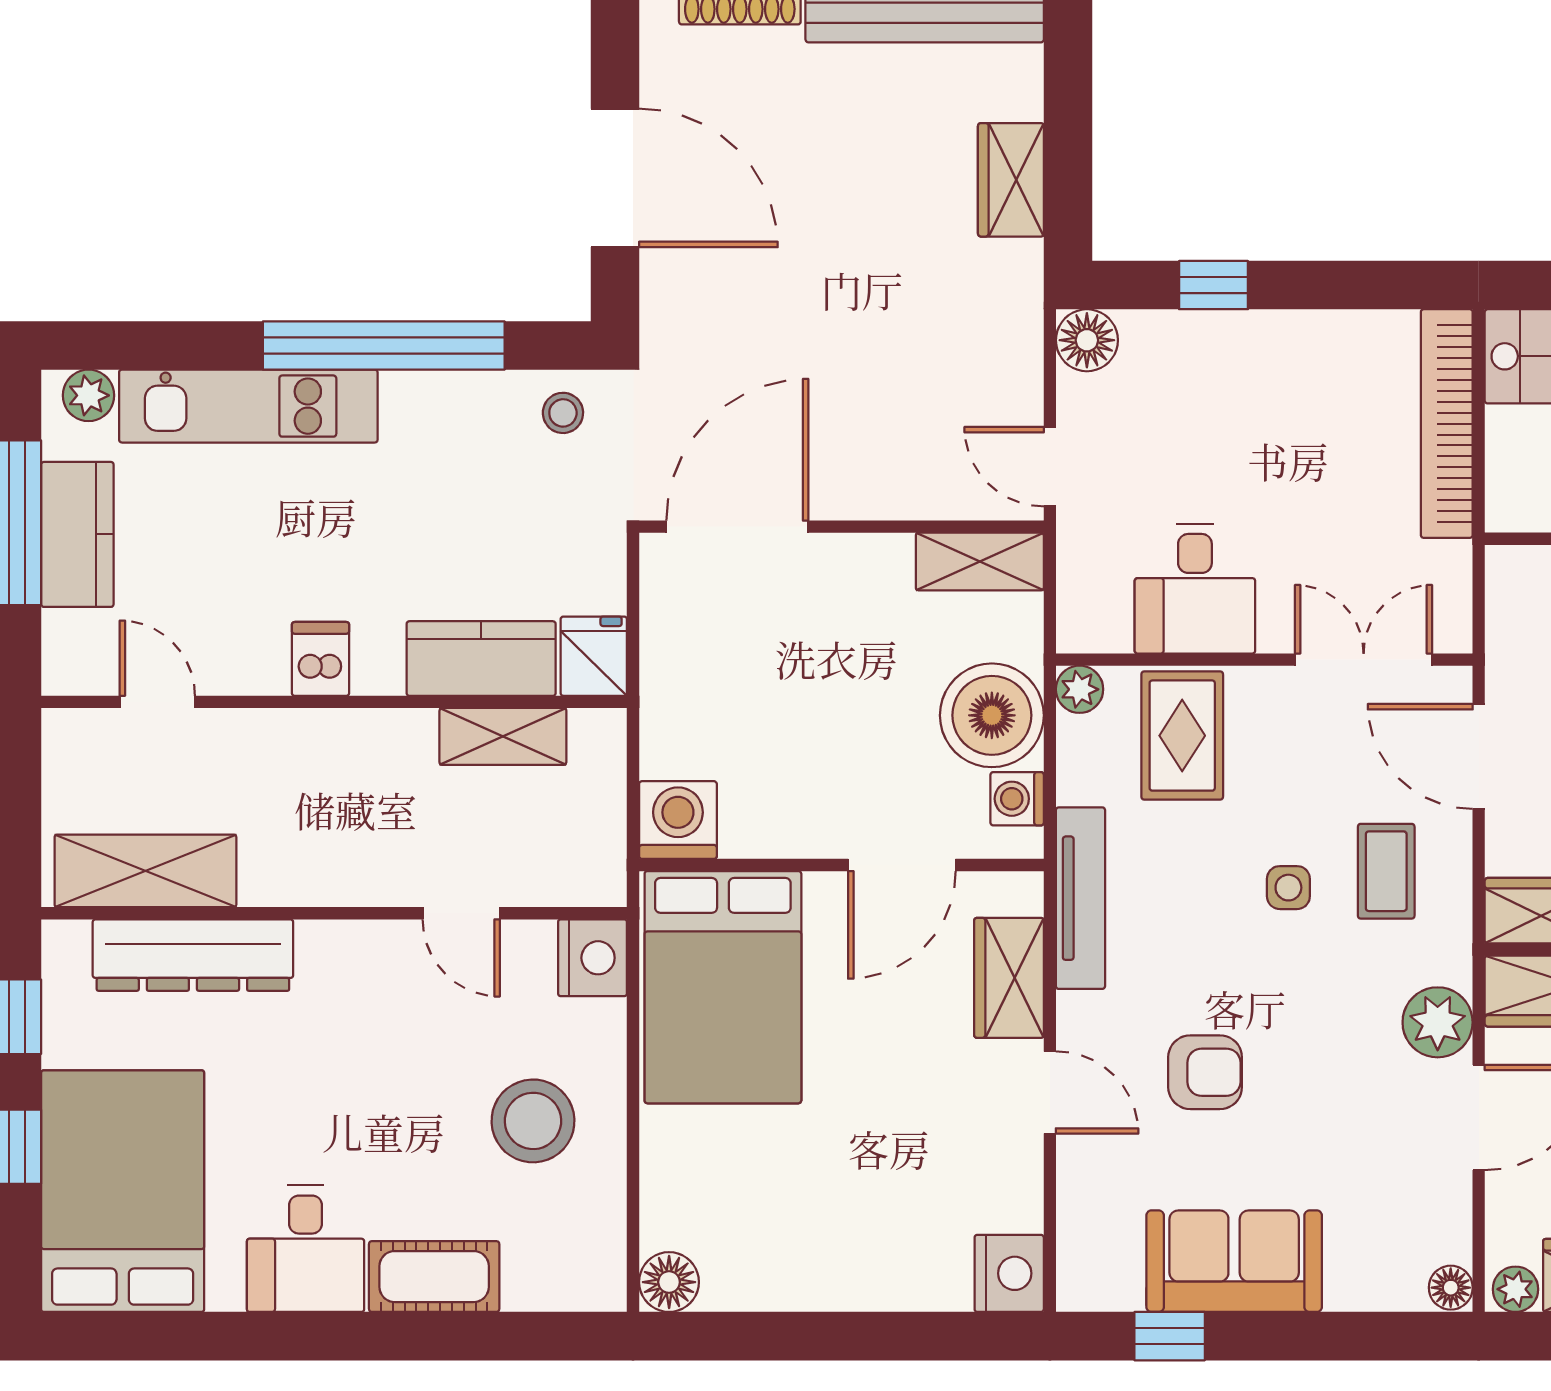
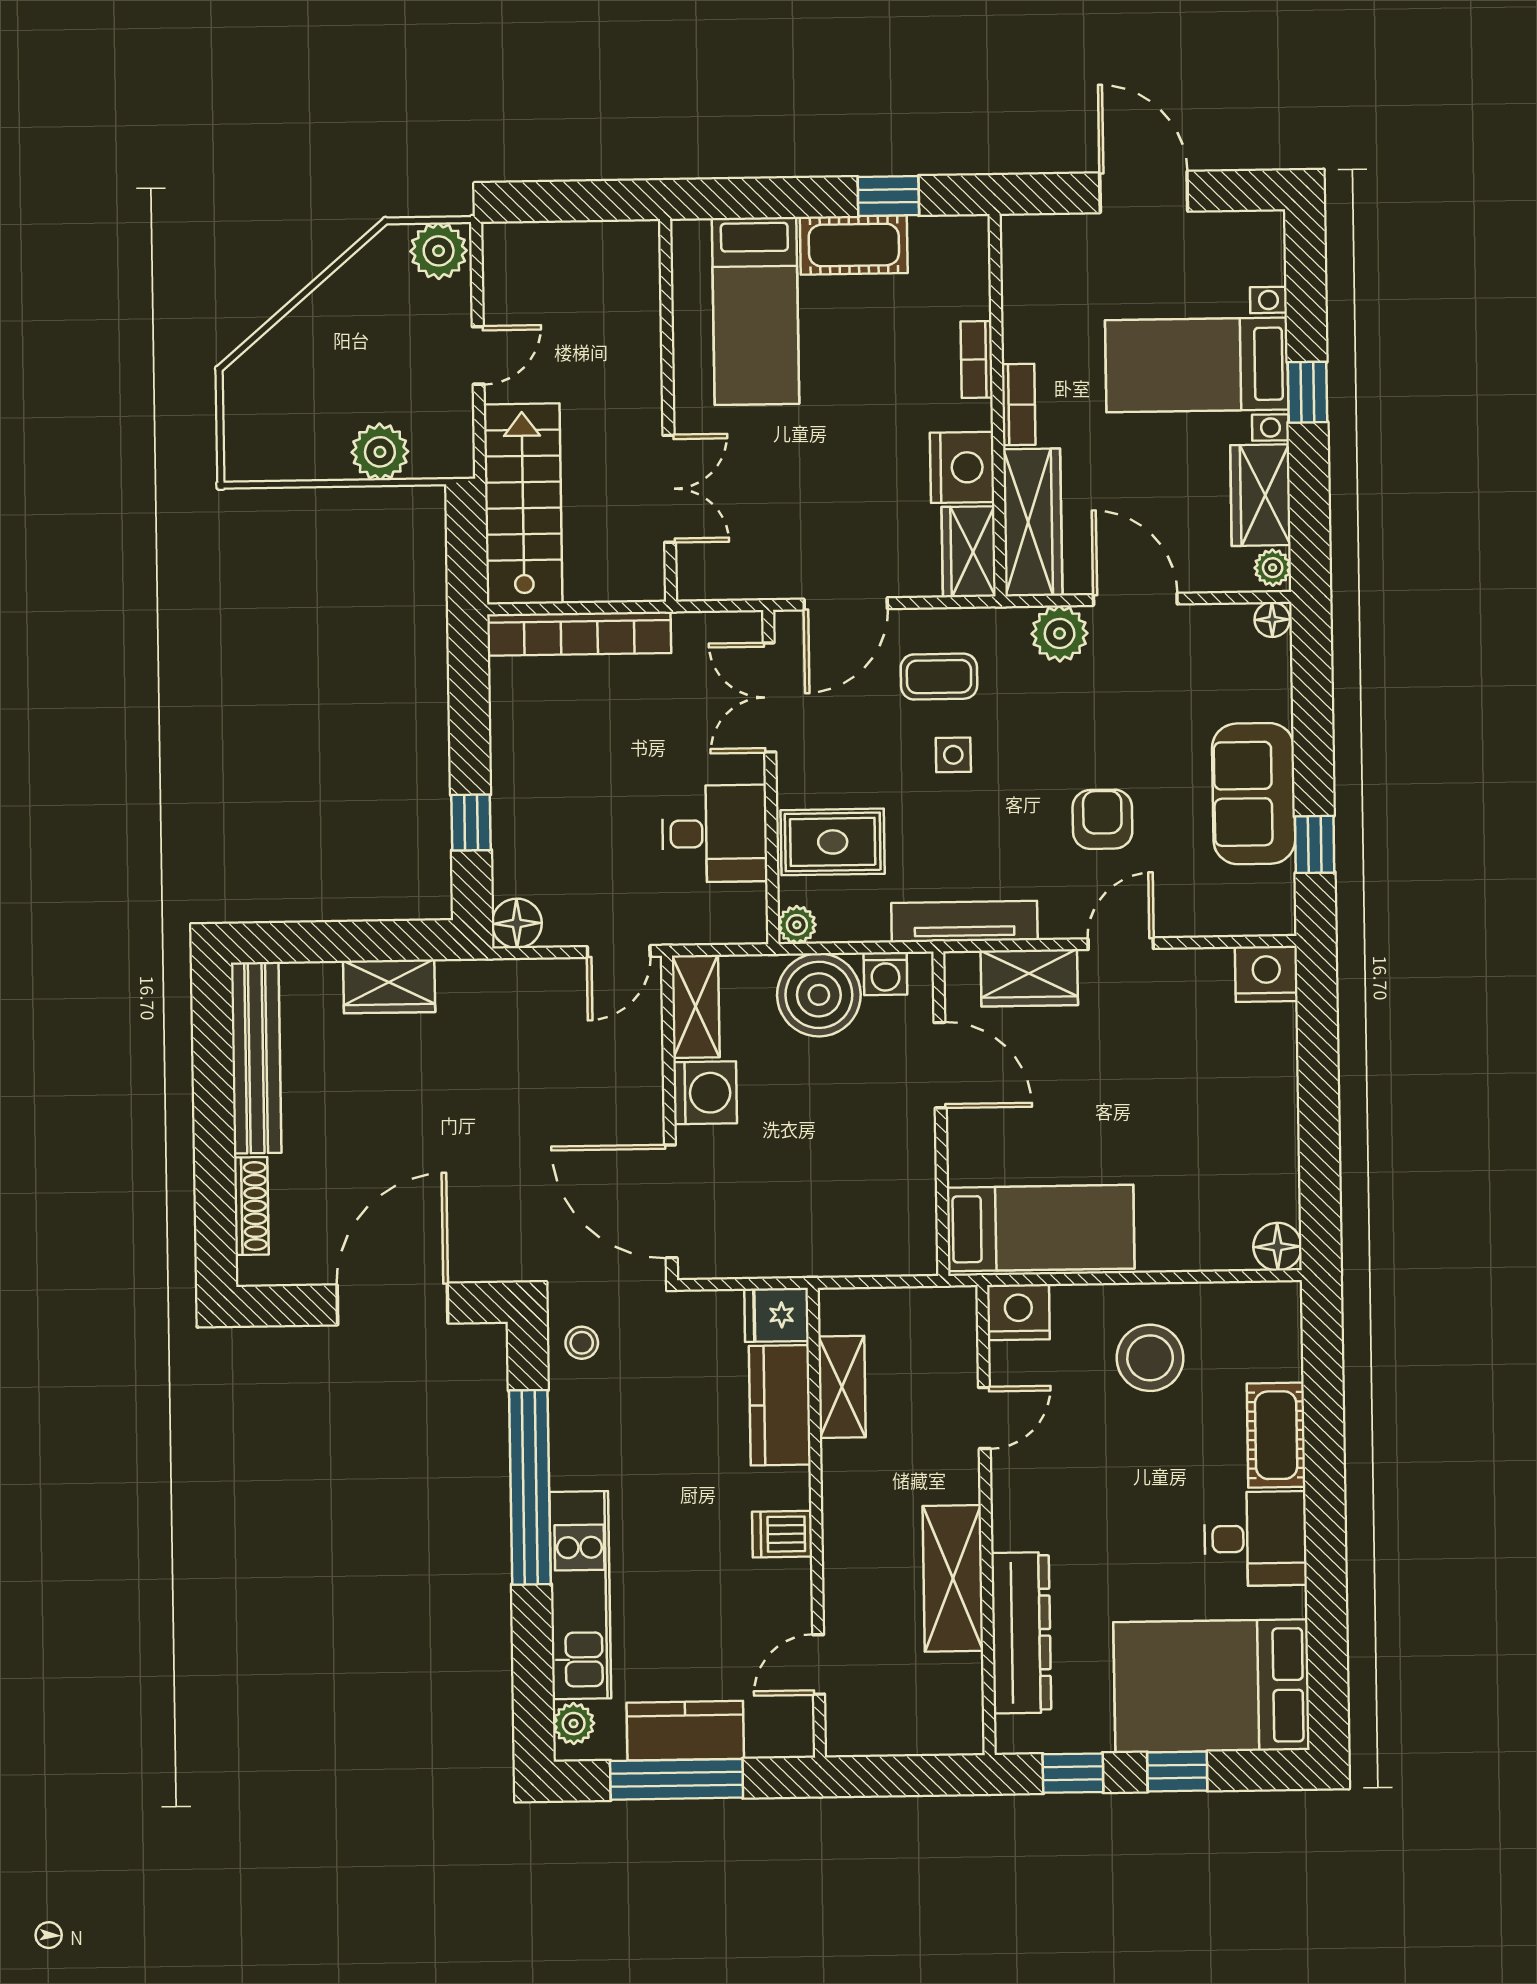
washing machine: (678, 820) -> (705, 1093), moved, turned 180
shelving: (145, 871) -> (953, 1578), moved
bed: (723, 987) -> (1041, 1228), width x0.67

